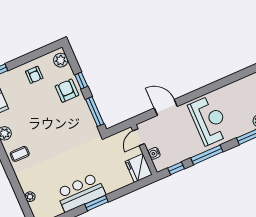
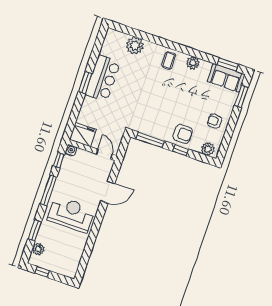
reception desk: (209, 120) -> (71, 214), turned 180
water cooler: (154, 153) -> (71, 150), moved
plant: (30, 197) -> (135, 46), width x1.87, depth x1.87

